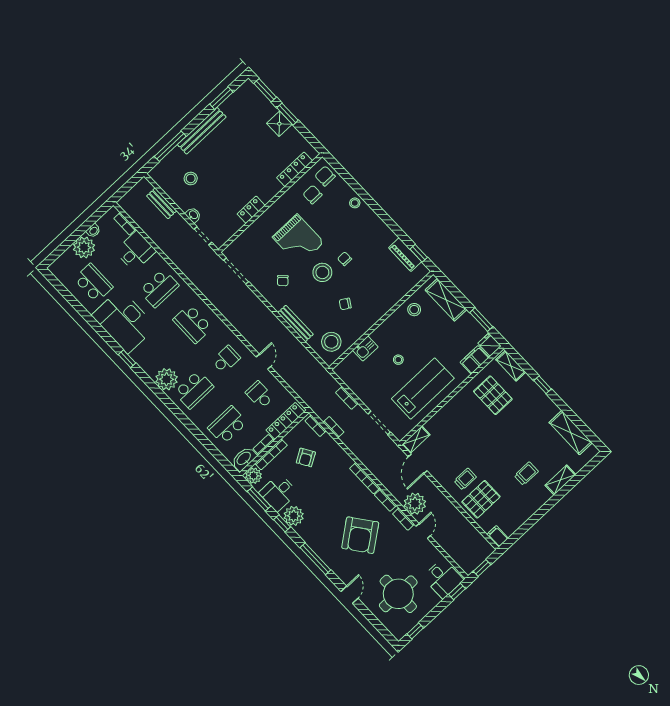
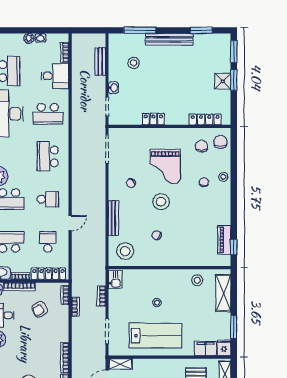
plant: (84, 247) -> (29, 38), width x0.53, depth x0.53
chair: (345, 259) -> (204, 182), moved
kitchen sink: (365, 349) -> (115, 279), moved, turned -90

